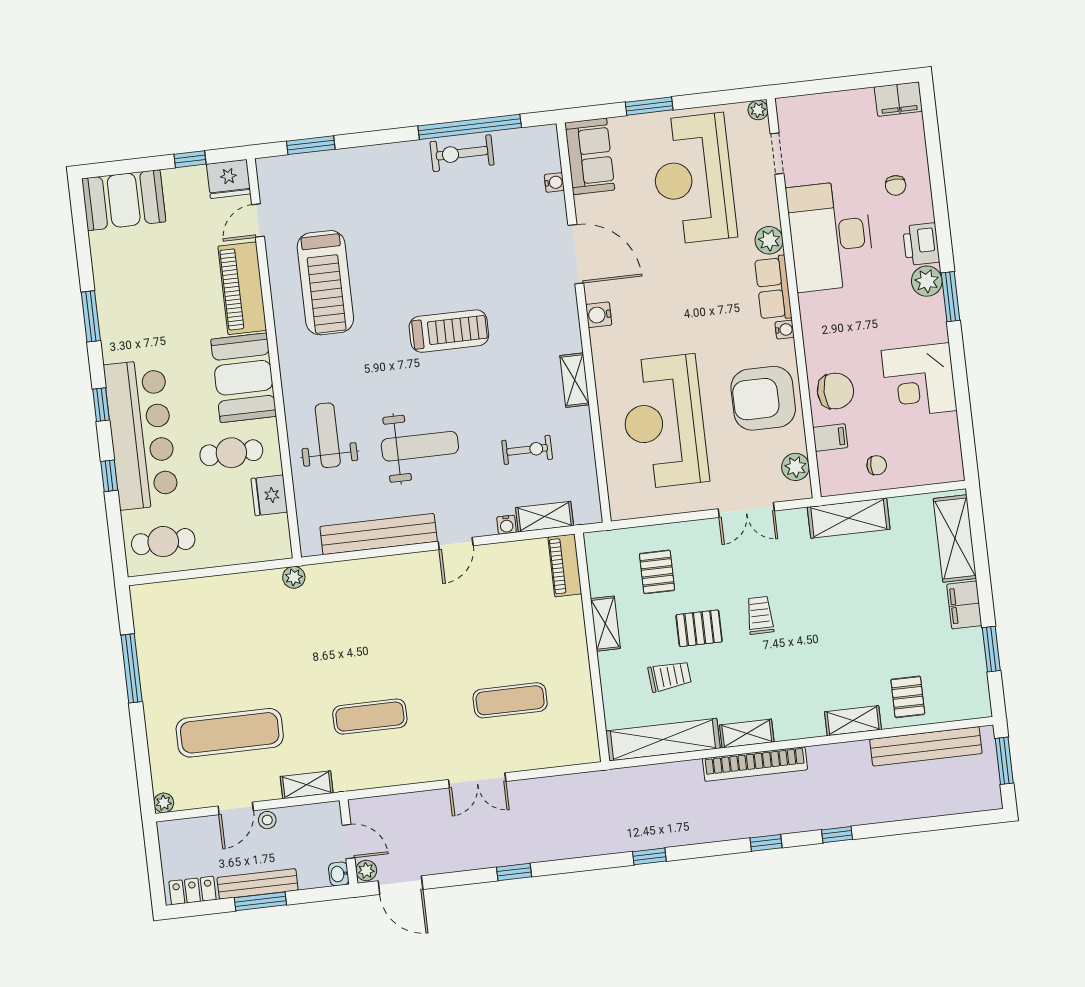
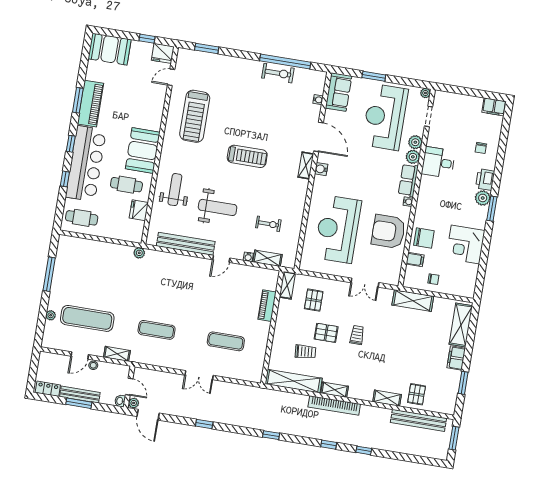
exercise bike: (462, 153) -> (278, 73), turned 180
desk: (830, 236) -> (438, 162), width x0.53, depth x0.77
piano: (242, 288) -> (90, 104), moved, turned 180
shelving: (575, 380) -> (306, 165), moved
plant: (795, 467) -> (415, 142), moved
piano: (565, 565) -> (267, 306), moved
shelving: (605, 624) -> (287, 285), moved
plant: (164, 803) -> (51, 315), moved

